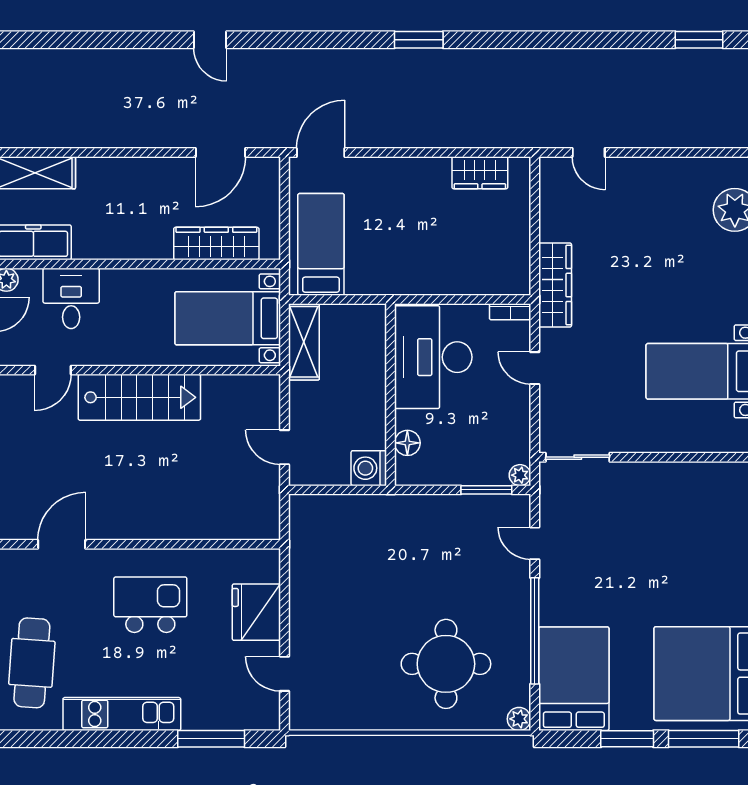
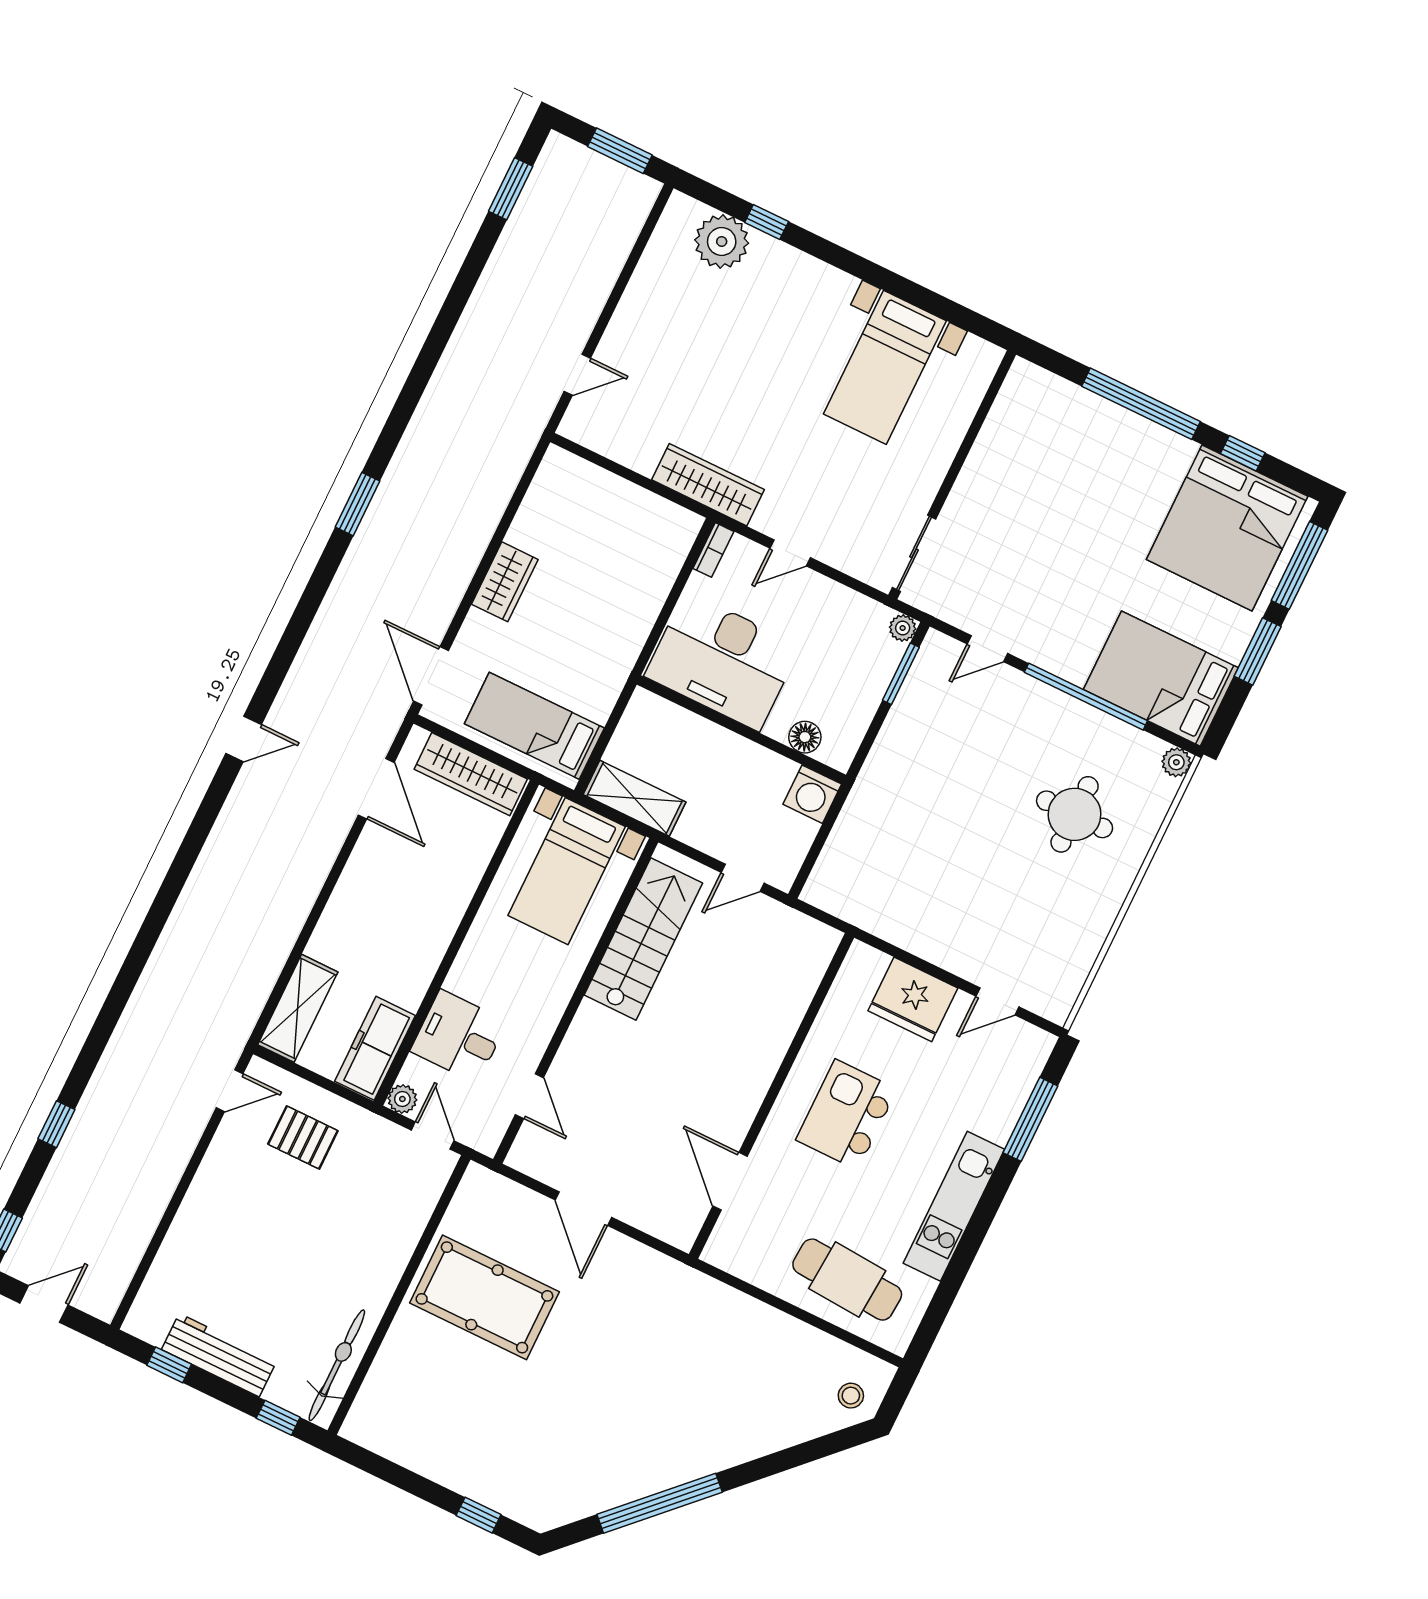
wardrobe: (480, 173) -> (505, 582), moved
wardrobe: (216, 244) -> (471, 774), moved, turned -90
stairs: (139, 397) -> (643, 939), moved
round table: (446, 664) -> (1075, 814), width x0.73, depth x0.73

